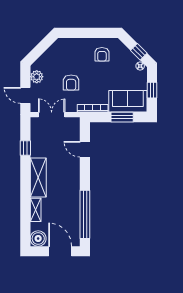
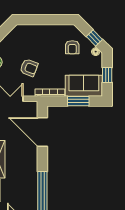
armchair: (102, 54) -> (72, 47), moved
armchair: (71, 83) -> (29, 68), turned -69
door: (85, 149) -> (42, 132), width x1.88

